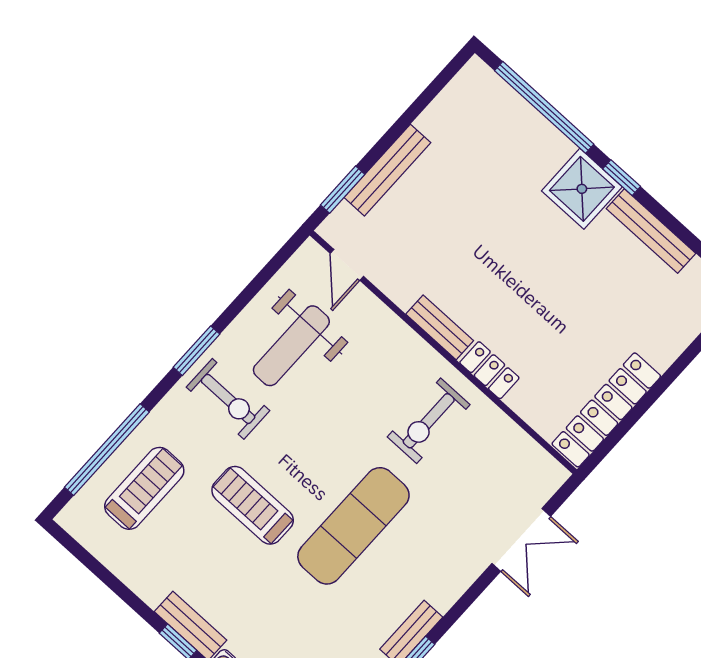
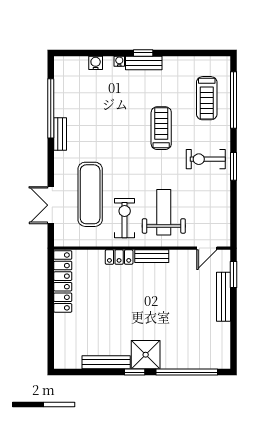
door: (347, 265) -> (207, 248), swing flipped
weight bench: (291, 346) -> (164, 212), moved
treadmill: (253, 505) -> (161, 128), turned -90
exercise mat: (353, 526) -> (90, 194), moved

